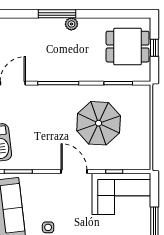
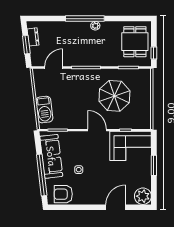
window: (57, 14) -> (85, 19), width x1.46
dining table: (128, 47) -> (135, 42), turned 90
window: (154, 48) -> (154, 53), moved

